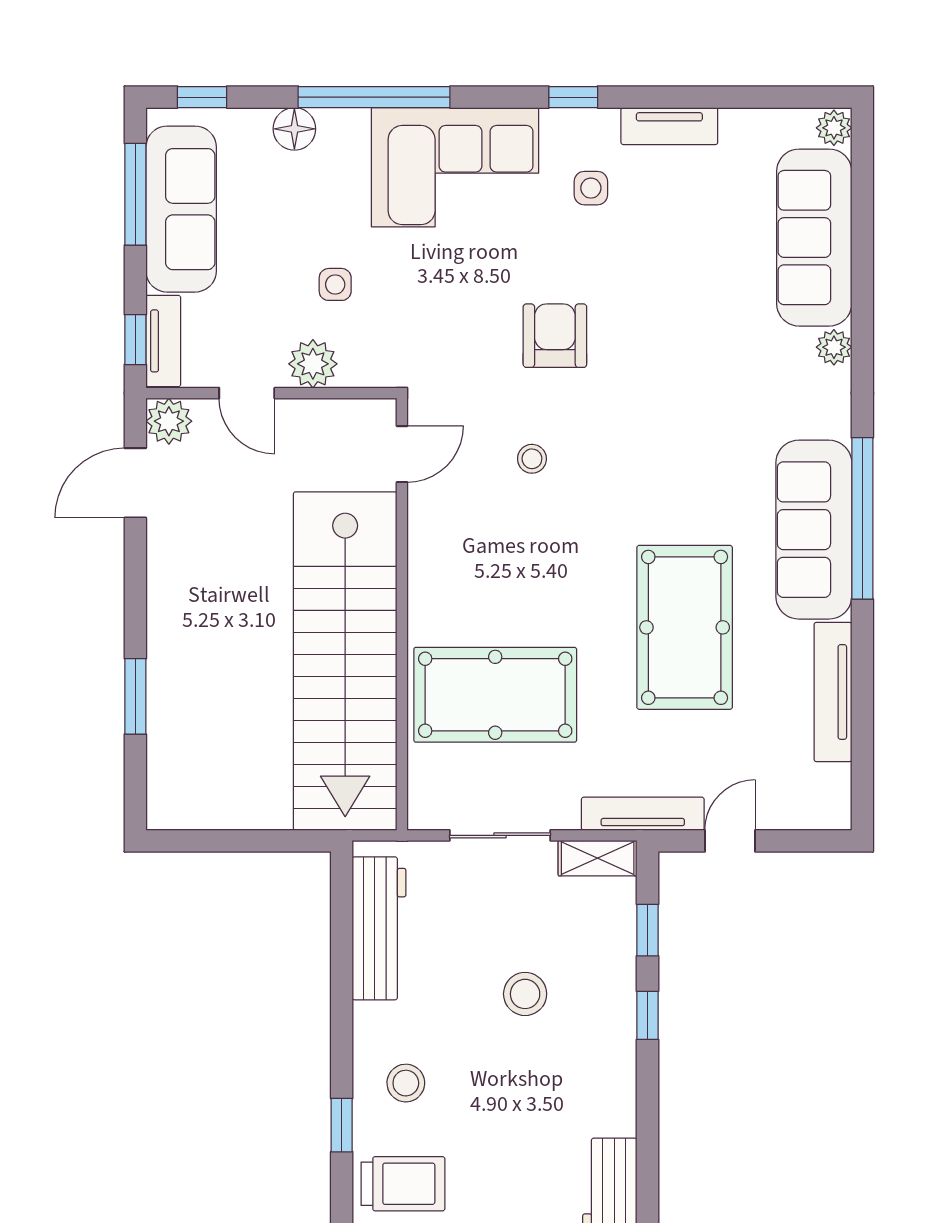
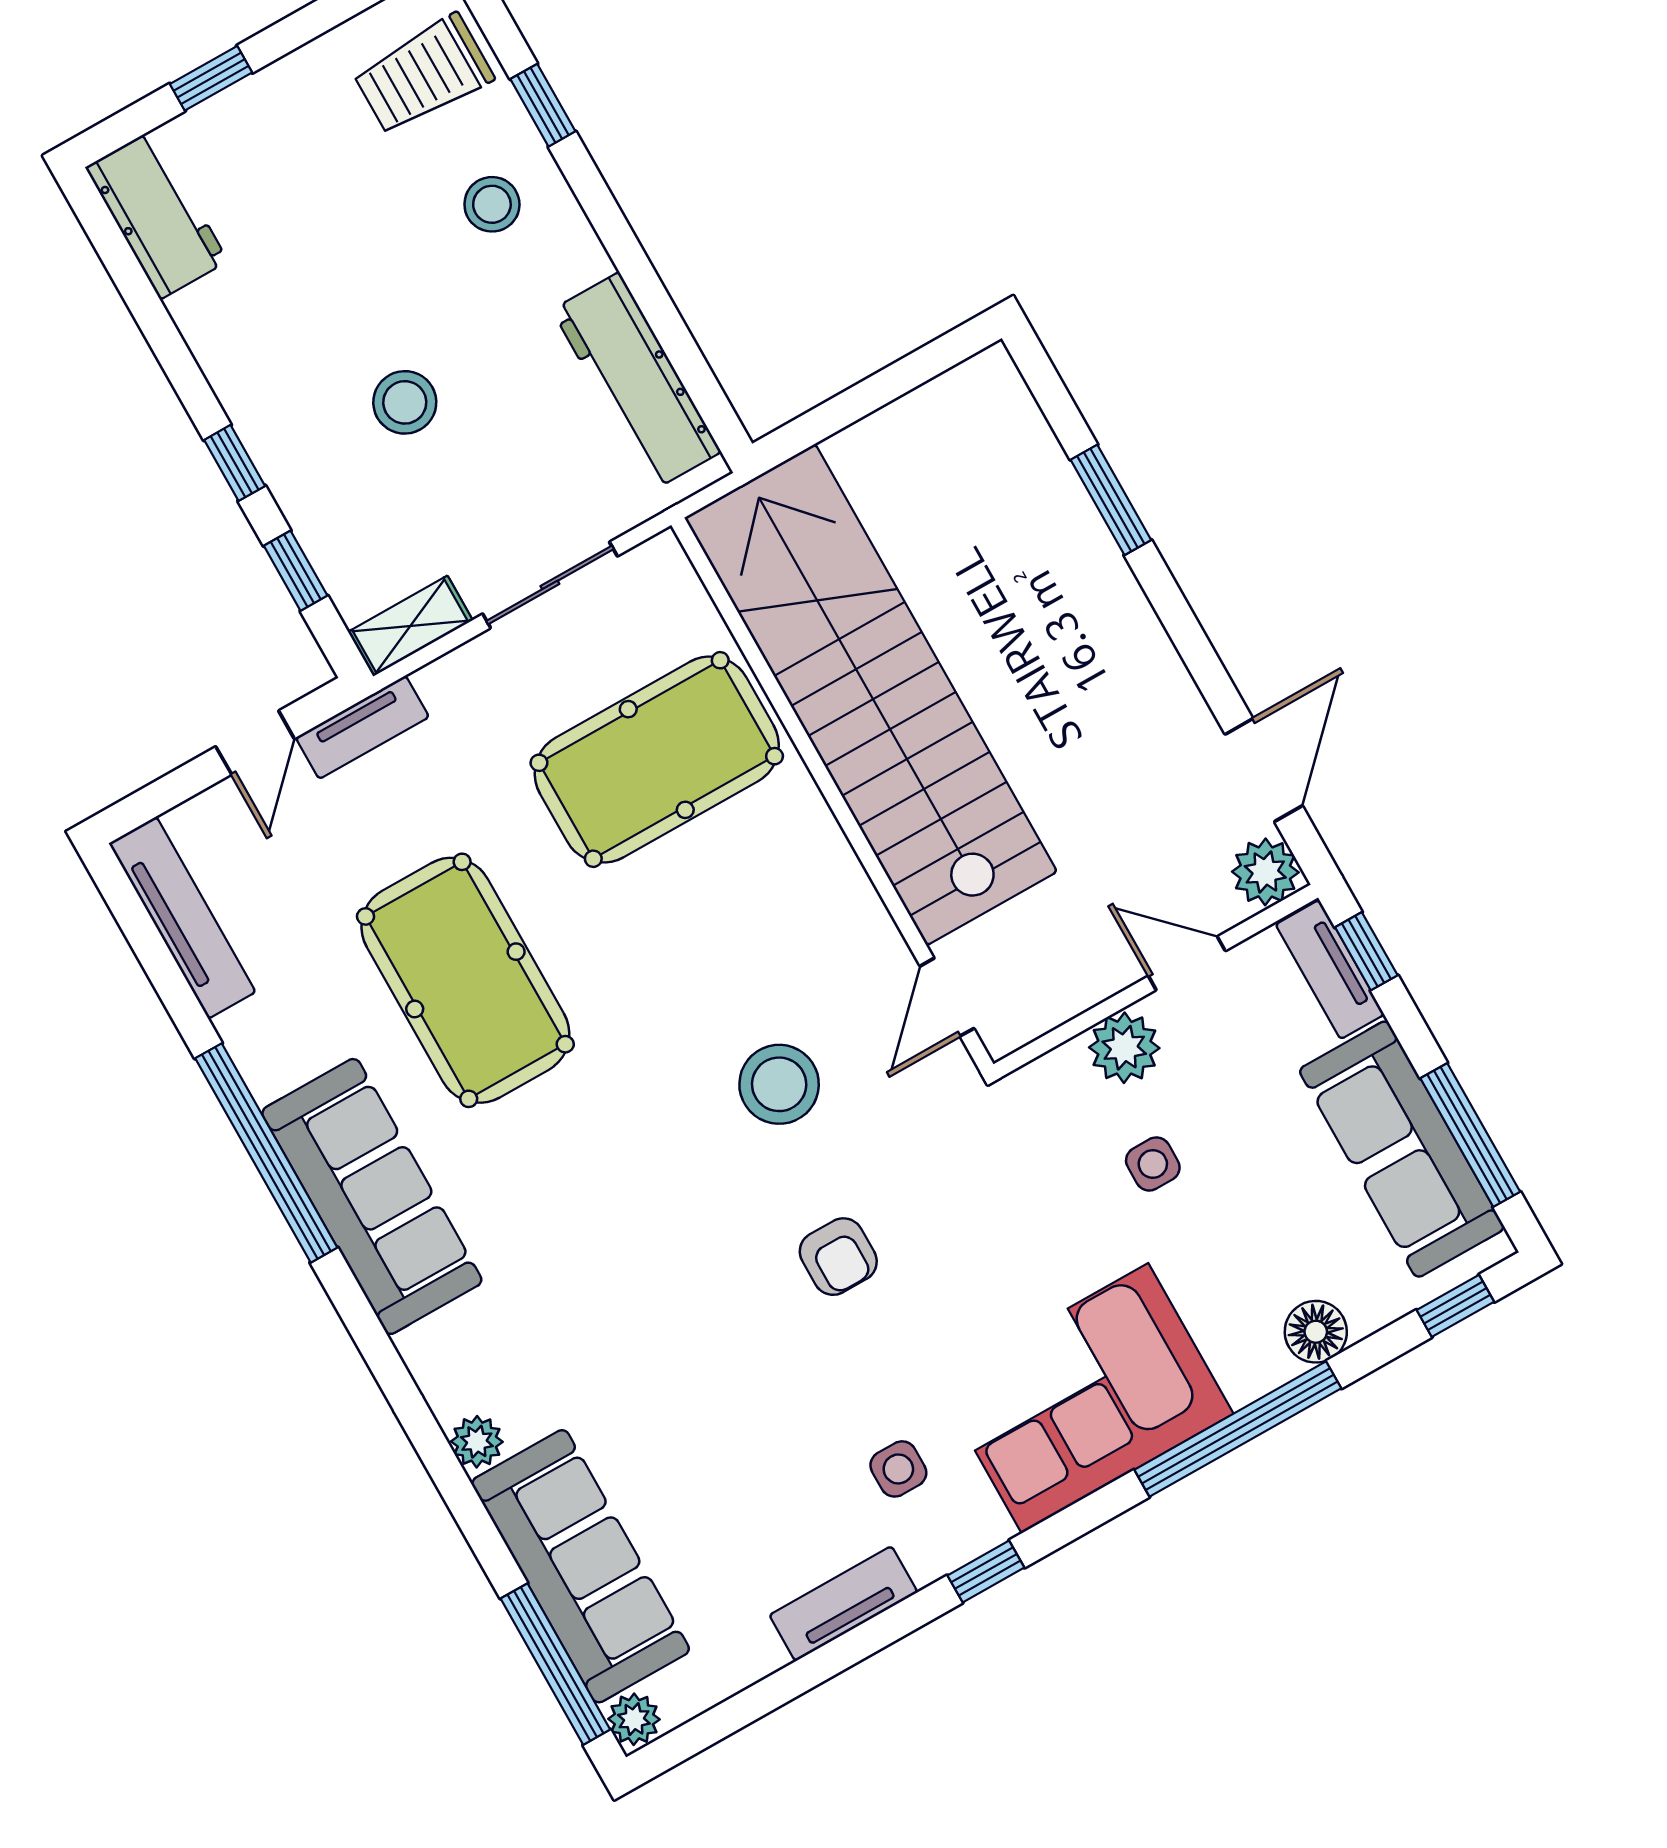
window: (862, 187) -> (555, 1664), added
armchair: (555, 336) -> (838, 1257), width x0.72, depth x0.72
stool: (532, 459) -> (779, 1084), width x1.89, depth x1.89
window: (862, 518) -> (266, 1153), moved
tv unit: (833, 692) -> (182, 918), moved
tv unit: (643, 814) -> (362, 727), width x0.71

